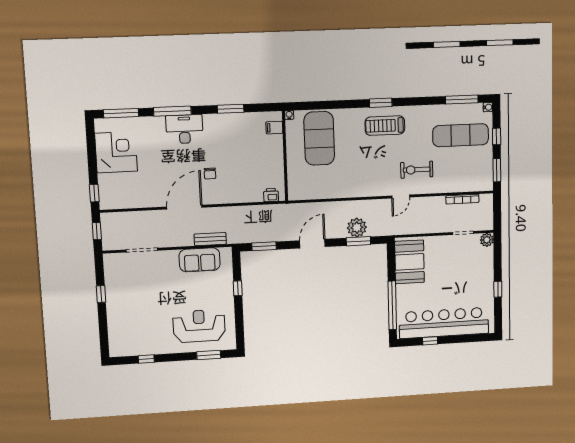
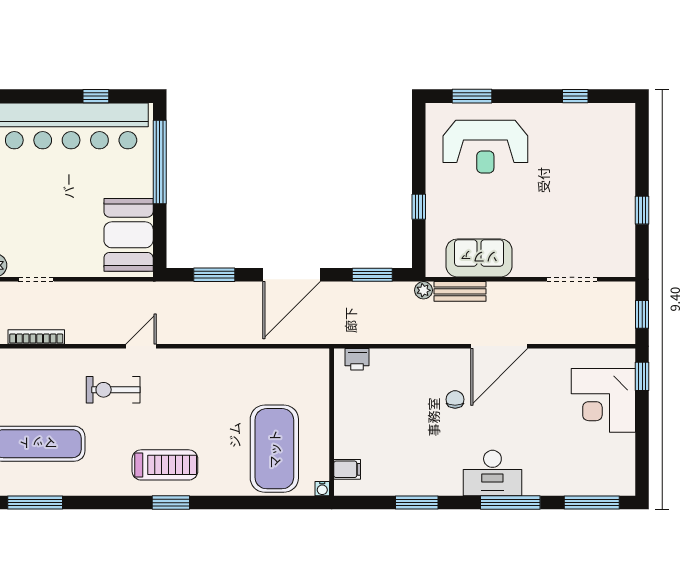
corner desk: (116, 152) -> (603, 400), moved
exercise bike: (417, 170) -> (113, 390), turned 180
plant: (357, 228) -> (423, 290), moved, width x0.53, depth x0.53
door: (312, 244) -> (292, 275), width x1.36

